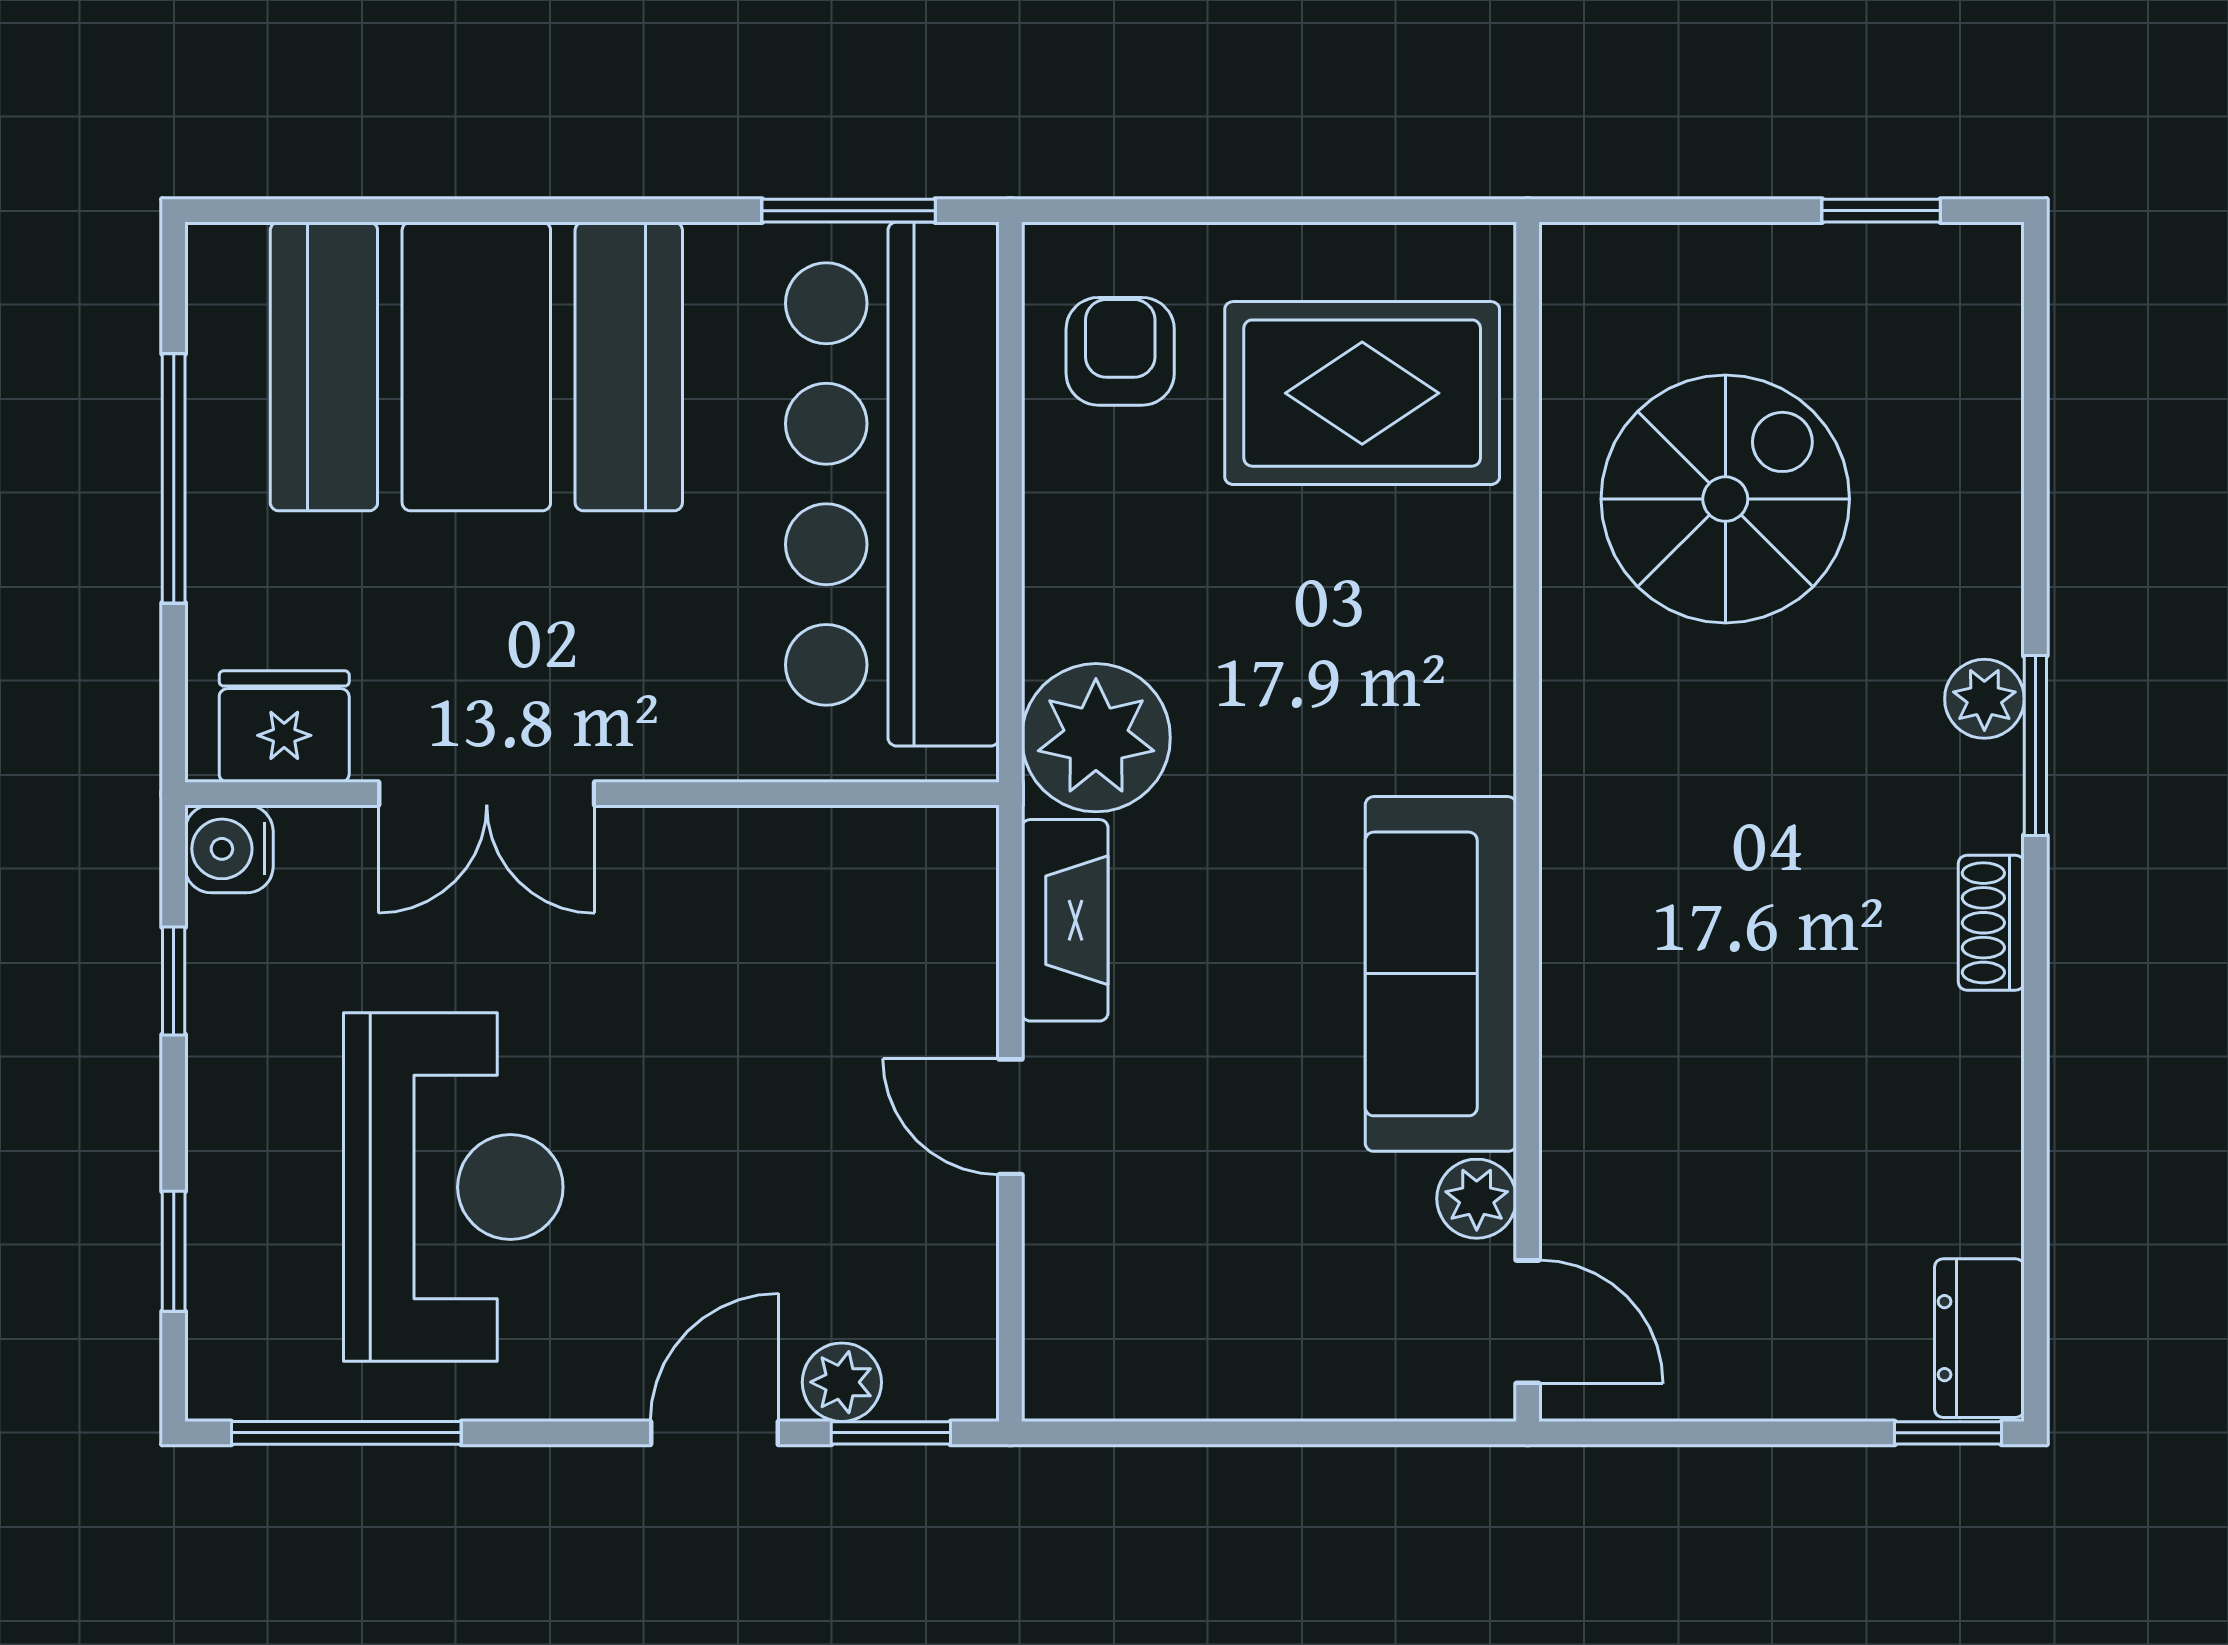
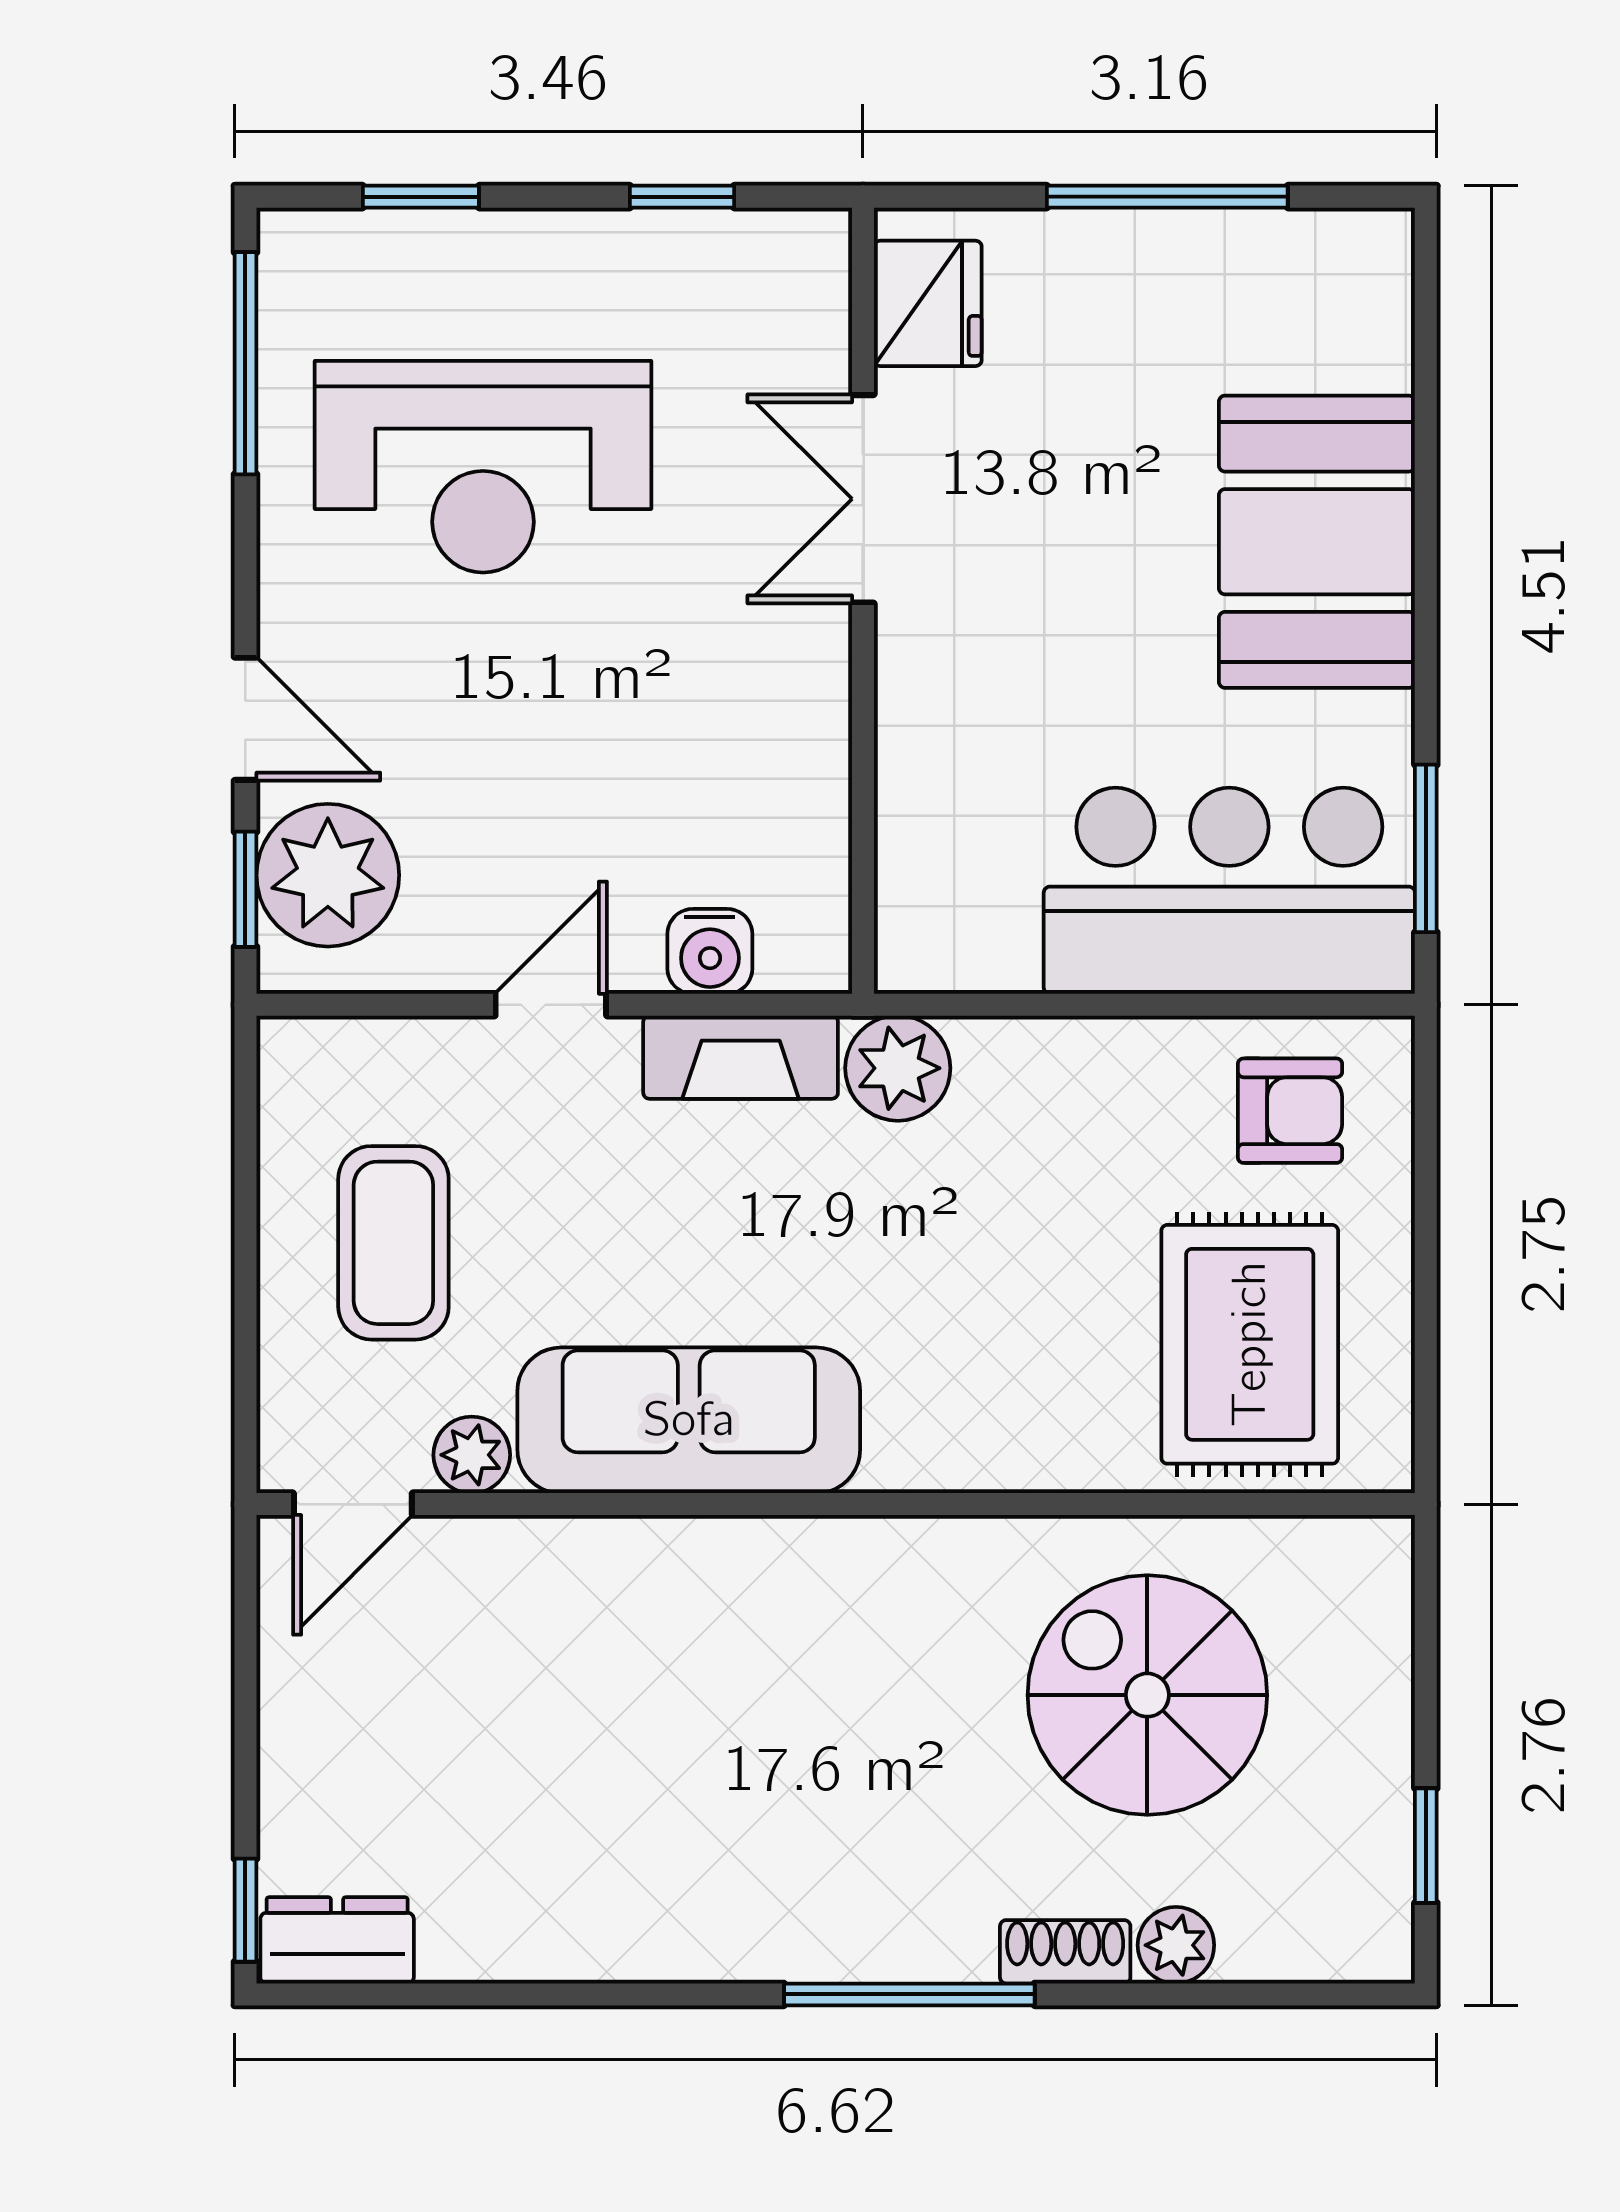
booth: (476, 366) -> (1317, 542), width x0.73, depth x0.70
bar counter: (892, 484) -> (1229, 891), width x0.73
spiral stairs: (1725, 499) -> (1147, 1695), turned 180
plant: (1984, 699) -> (1176, 1945), moved
plant: (1096, 738) -> (898, 1068), width x0.73, depth x0.73
window: (2035, 746) -> (909, 1994), width x1.44
water cooler: (229, 849) -> (710, 951), moved, turned 180
shoe rack: (1991, 923) -> (1065, 1952), moved
coffee table: (1257, 1280) -> (393, 1243), added
plant: (842, 1382) -> (328, 875), width x1.88, depth x1.88

